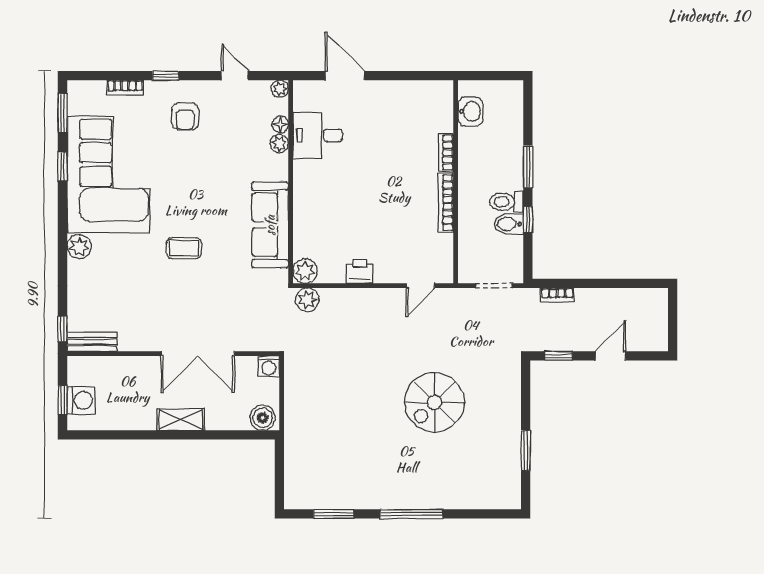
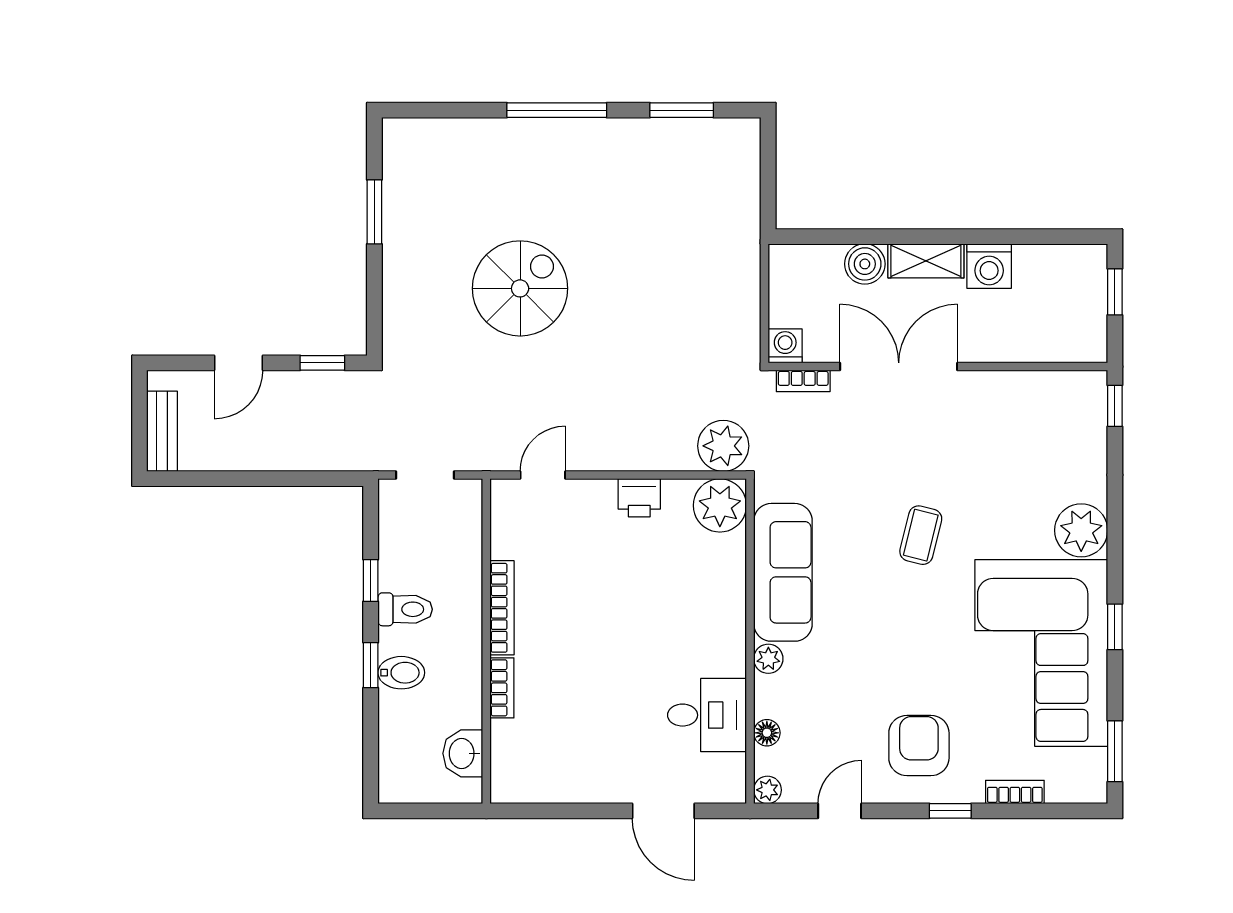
door: (235, 76) -> (840, 811), swing flipped
armchair: (185, 117) -> (919, 746), width x1.38, depth x1.38
plant: (279, 144) -> (768, 659), moved
window: (62, 167) -> (1115, 627), moved
window: (528, 167) -> (371, 665), width x0.67
bidet: (509, 224) -> (401, 673), moved
plant: (79, 247) -> (1081, 530), width x1.36, depth x1.36
coffee table: (184, 248) -> (921, 535), turned -76
plant: (305, 271) -> (720, 505), width x1.36, depth x1.36
bookcase: (557, 295) -> (803, 381), moved, turned 180
plant: (307, 300) -> (723, 446), width x1.36, depth x1.36
bench: (92, 342) -> (162, 431), moved, turned 90
washing machine: (81, 400) -> (989, 266), moved, turned -90
boiler: (263, 418) -> (865, 264), moved

